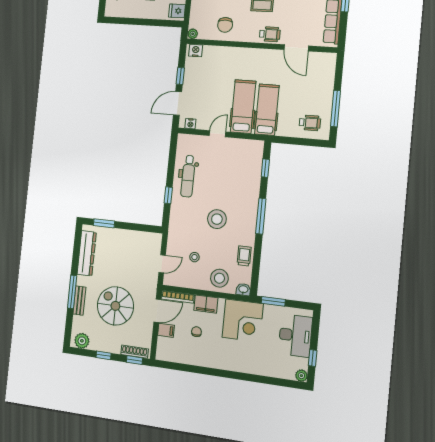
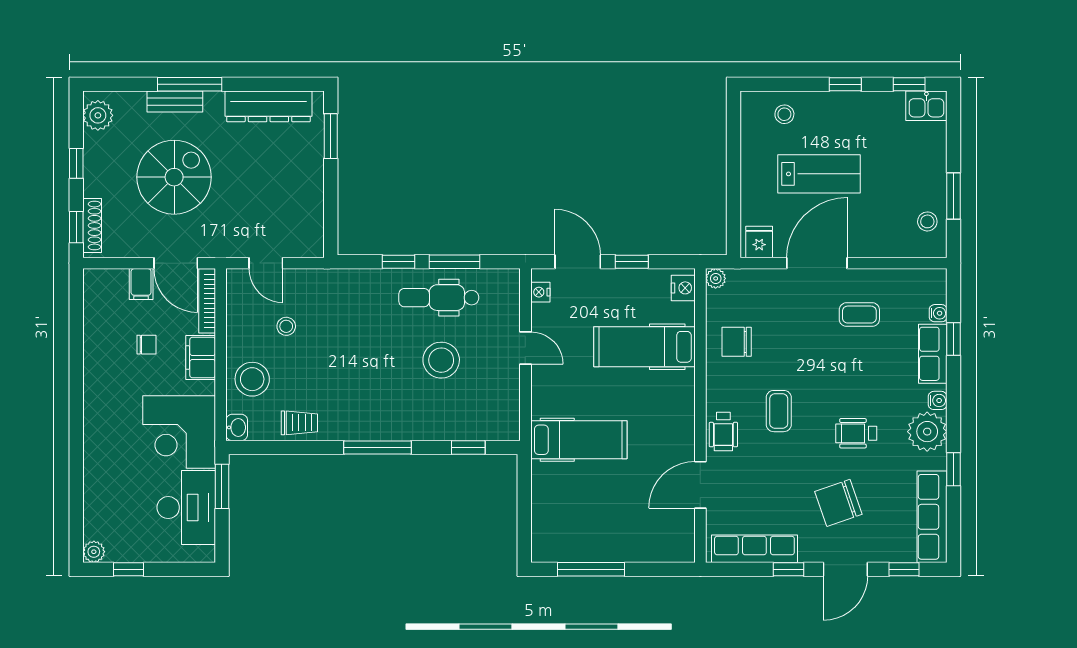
hospital bed: (243, 107) -> (644, 347), moved, turned 180
wheelchair: (310, 123) -> (560, 524), removed
window: (171, 166) -> (454, 262), added
stool: (217, 219) -> (441, 360), moved
desk: (295, 336) -> (186, 508), moved, turned -90

